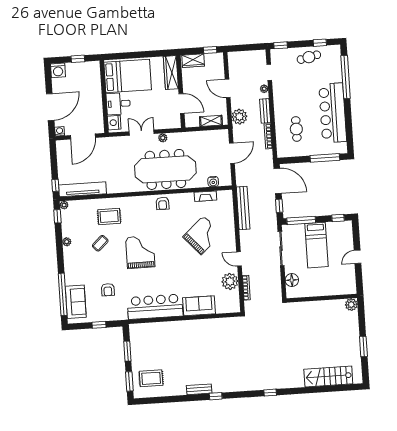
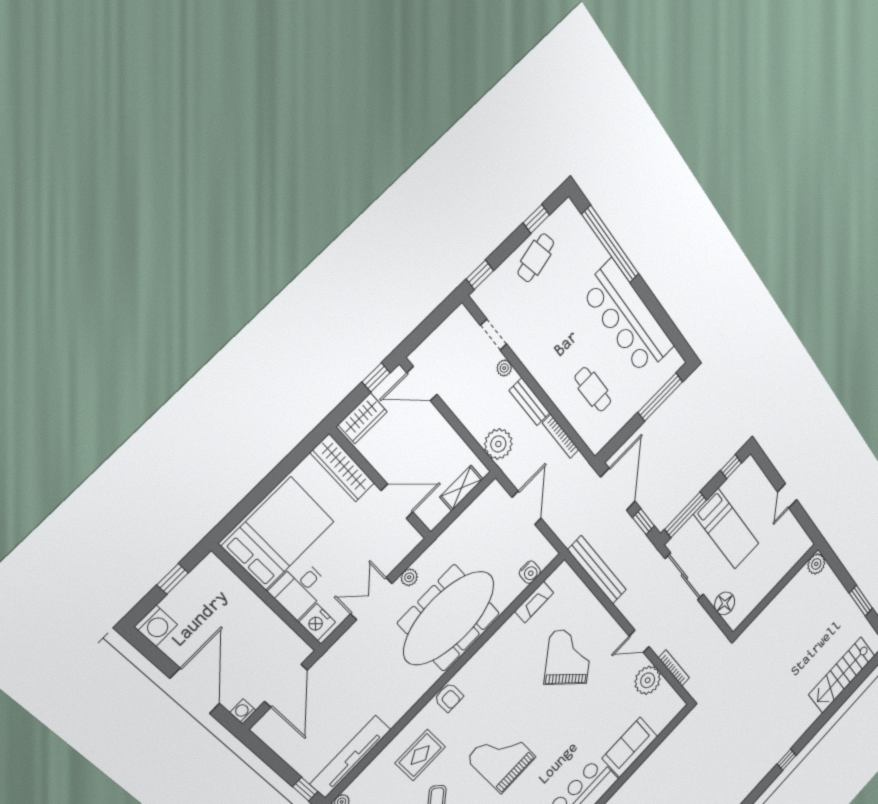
door: (228, 88) -> (422, 384), moved
door: (278, 181) -> (618, 489), hinge flipped
armchair: (163, 203) -> (449, 697), moved

